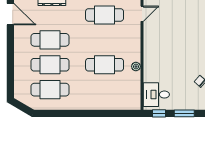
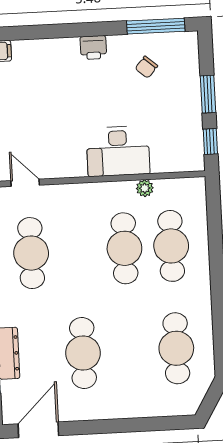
cafe table: (50, 65) -> (171, 246), moved
plant: (136, 67) -> (145, 188), moved
desk: (156, 95) -> (118, 151), moved, width x1.37

